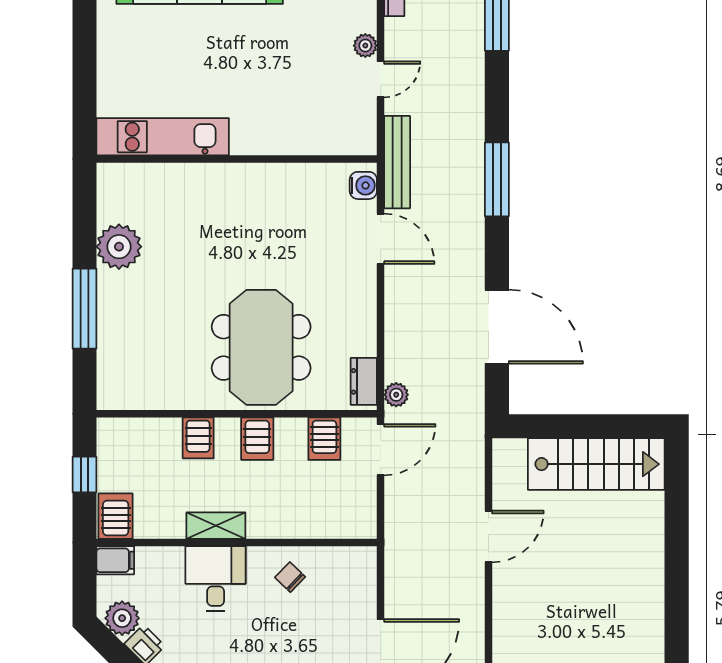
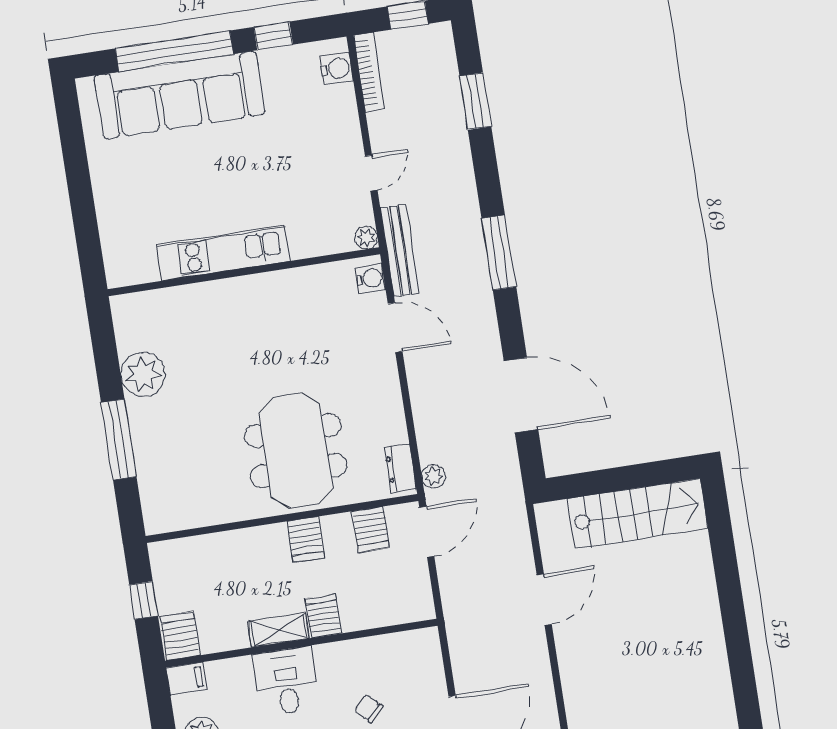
plant: (365, 46) -> (366, 238), moved
kitchen unit: (163, 137) -> (223, 253), moved
server rack: (198, 438) -> (323, 616), moved, turned 180
chair: (290, 577) -> (369, 709), moved

